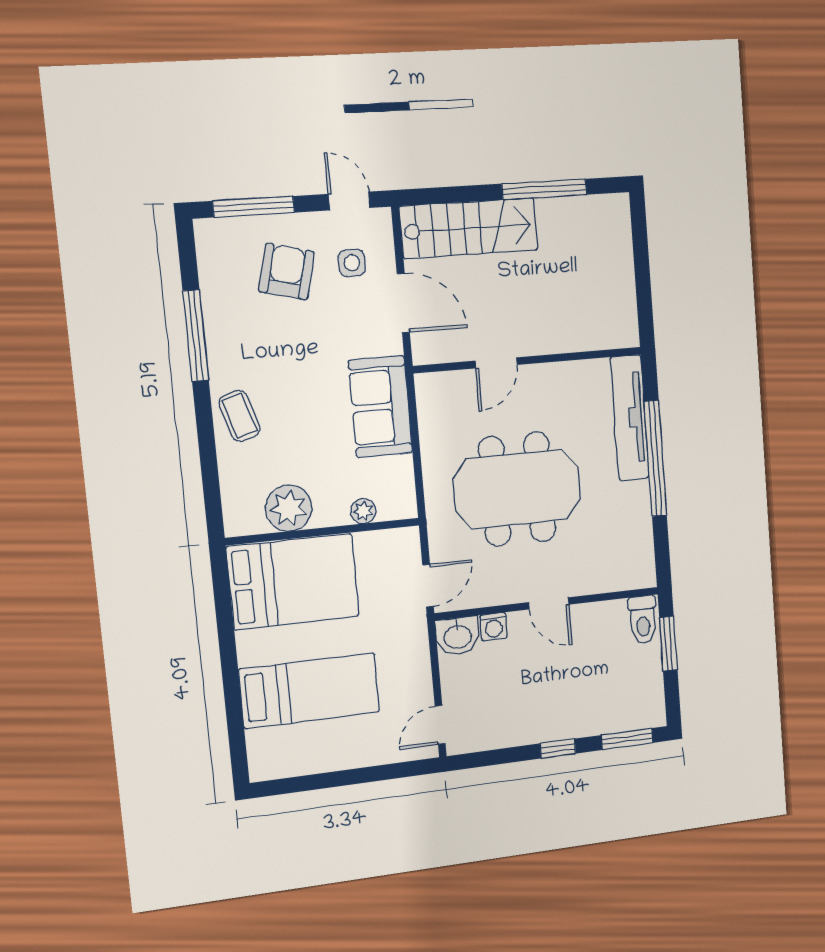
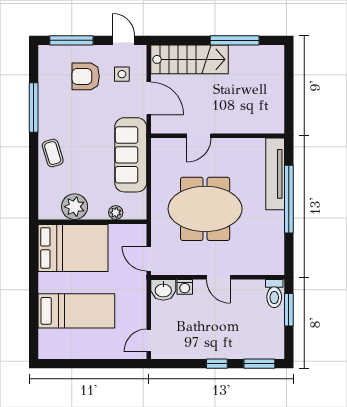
armchair: (286, 272) -> (86, 76), turned -104
sofa: (380, 407) -> (131, 155), width x1.36
door: (428, 586) -> (149, 259), swing flipped

